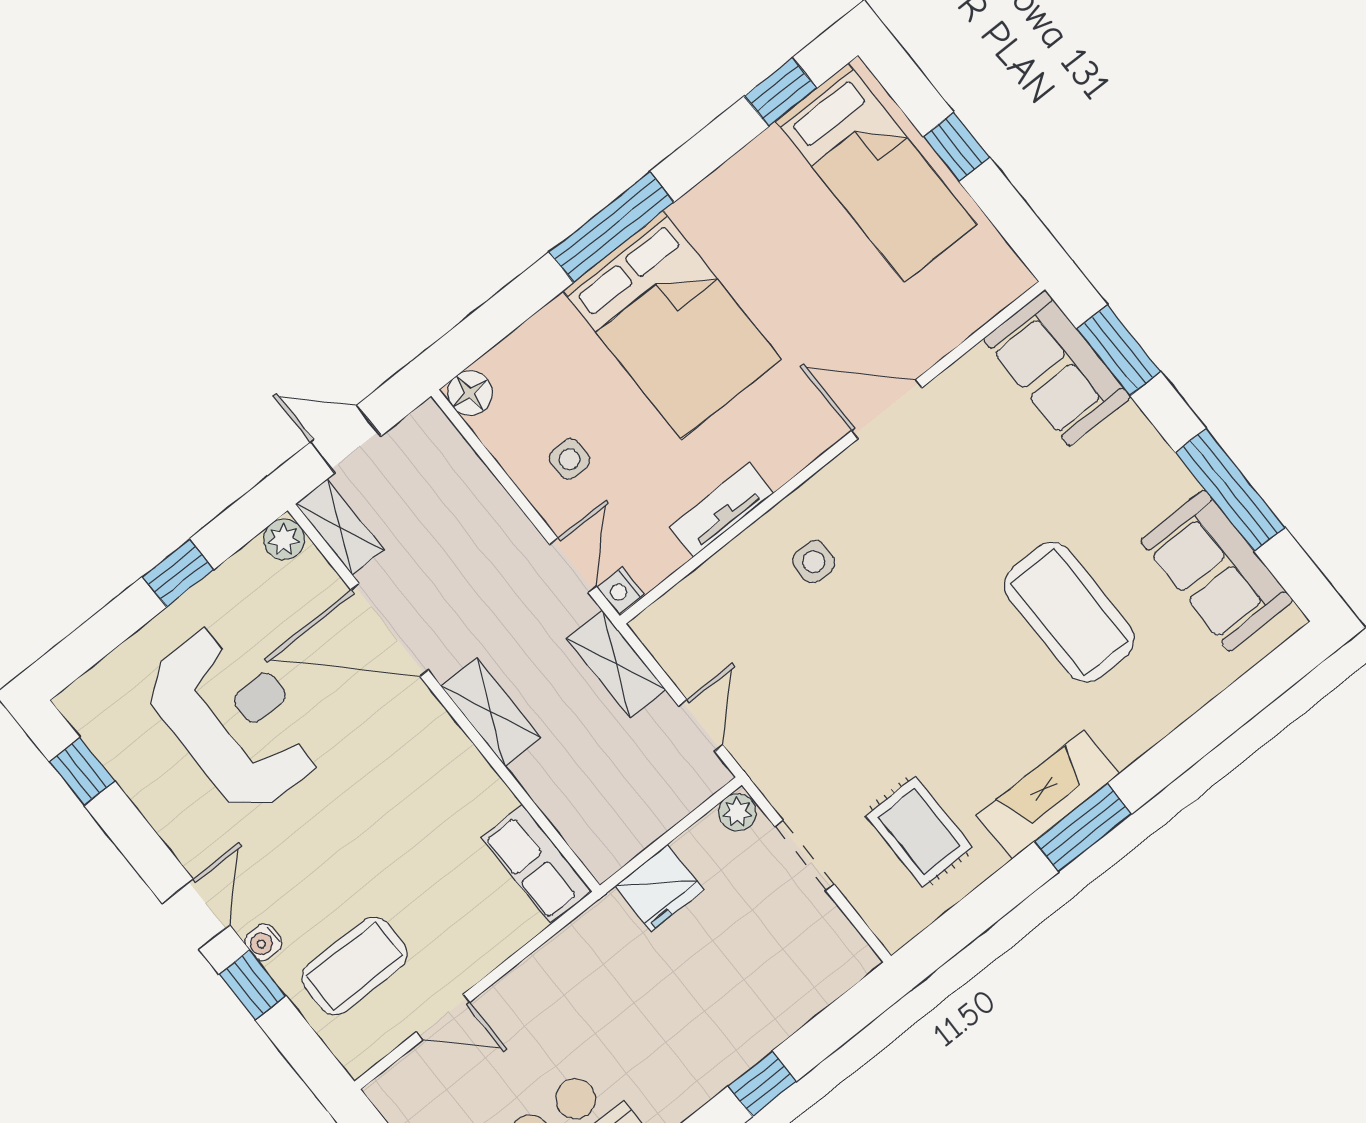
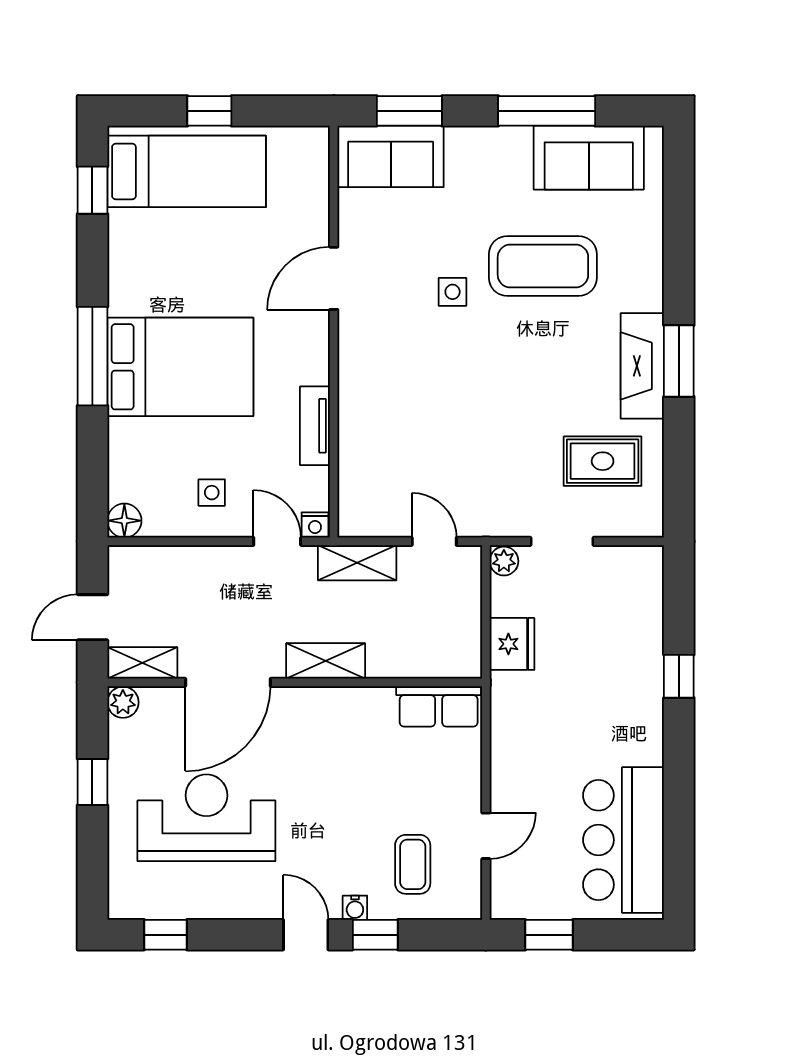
side table: (814, 562) -> (453, 292), moved
coffee table: (354, 966) -> (413, 864), width x0.73, depth x0.77

